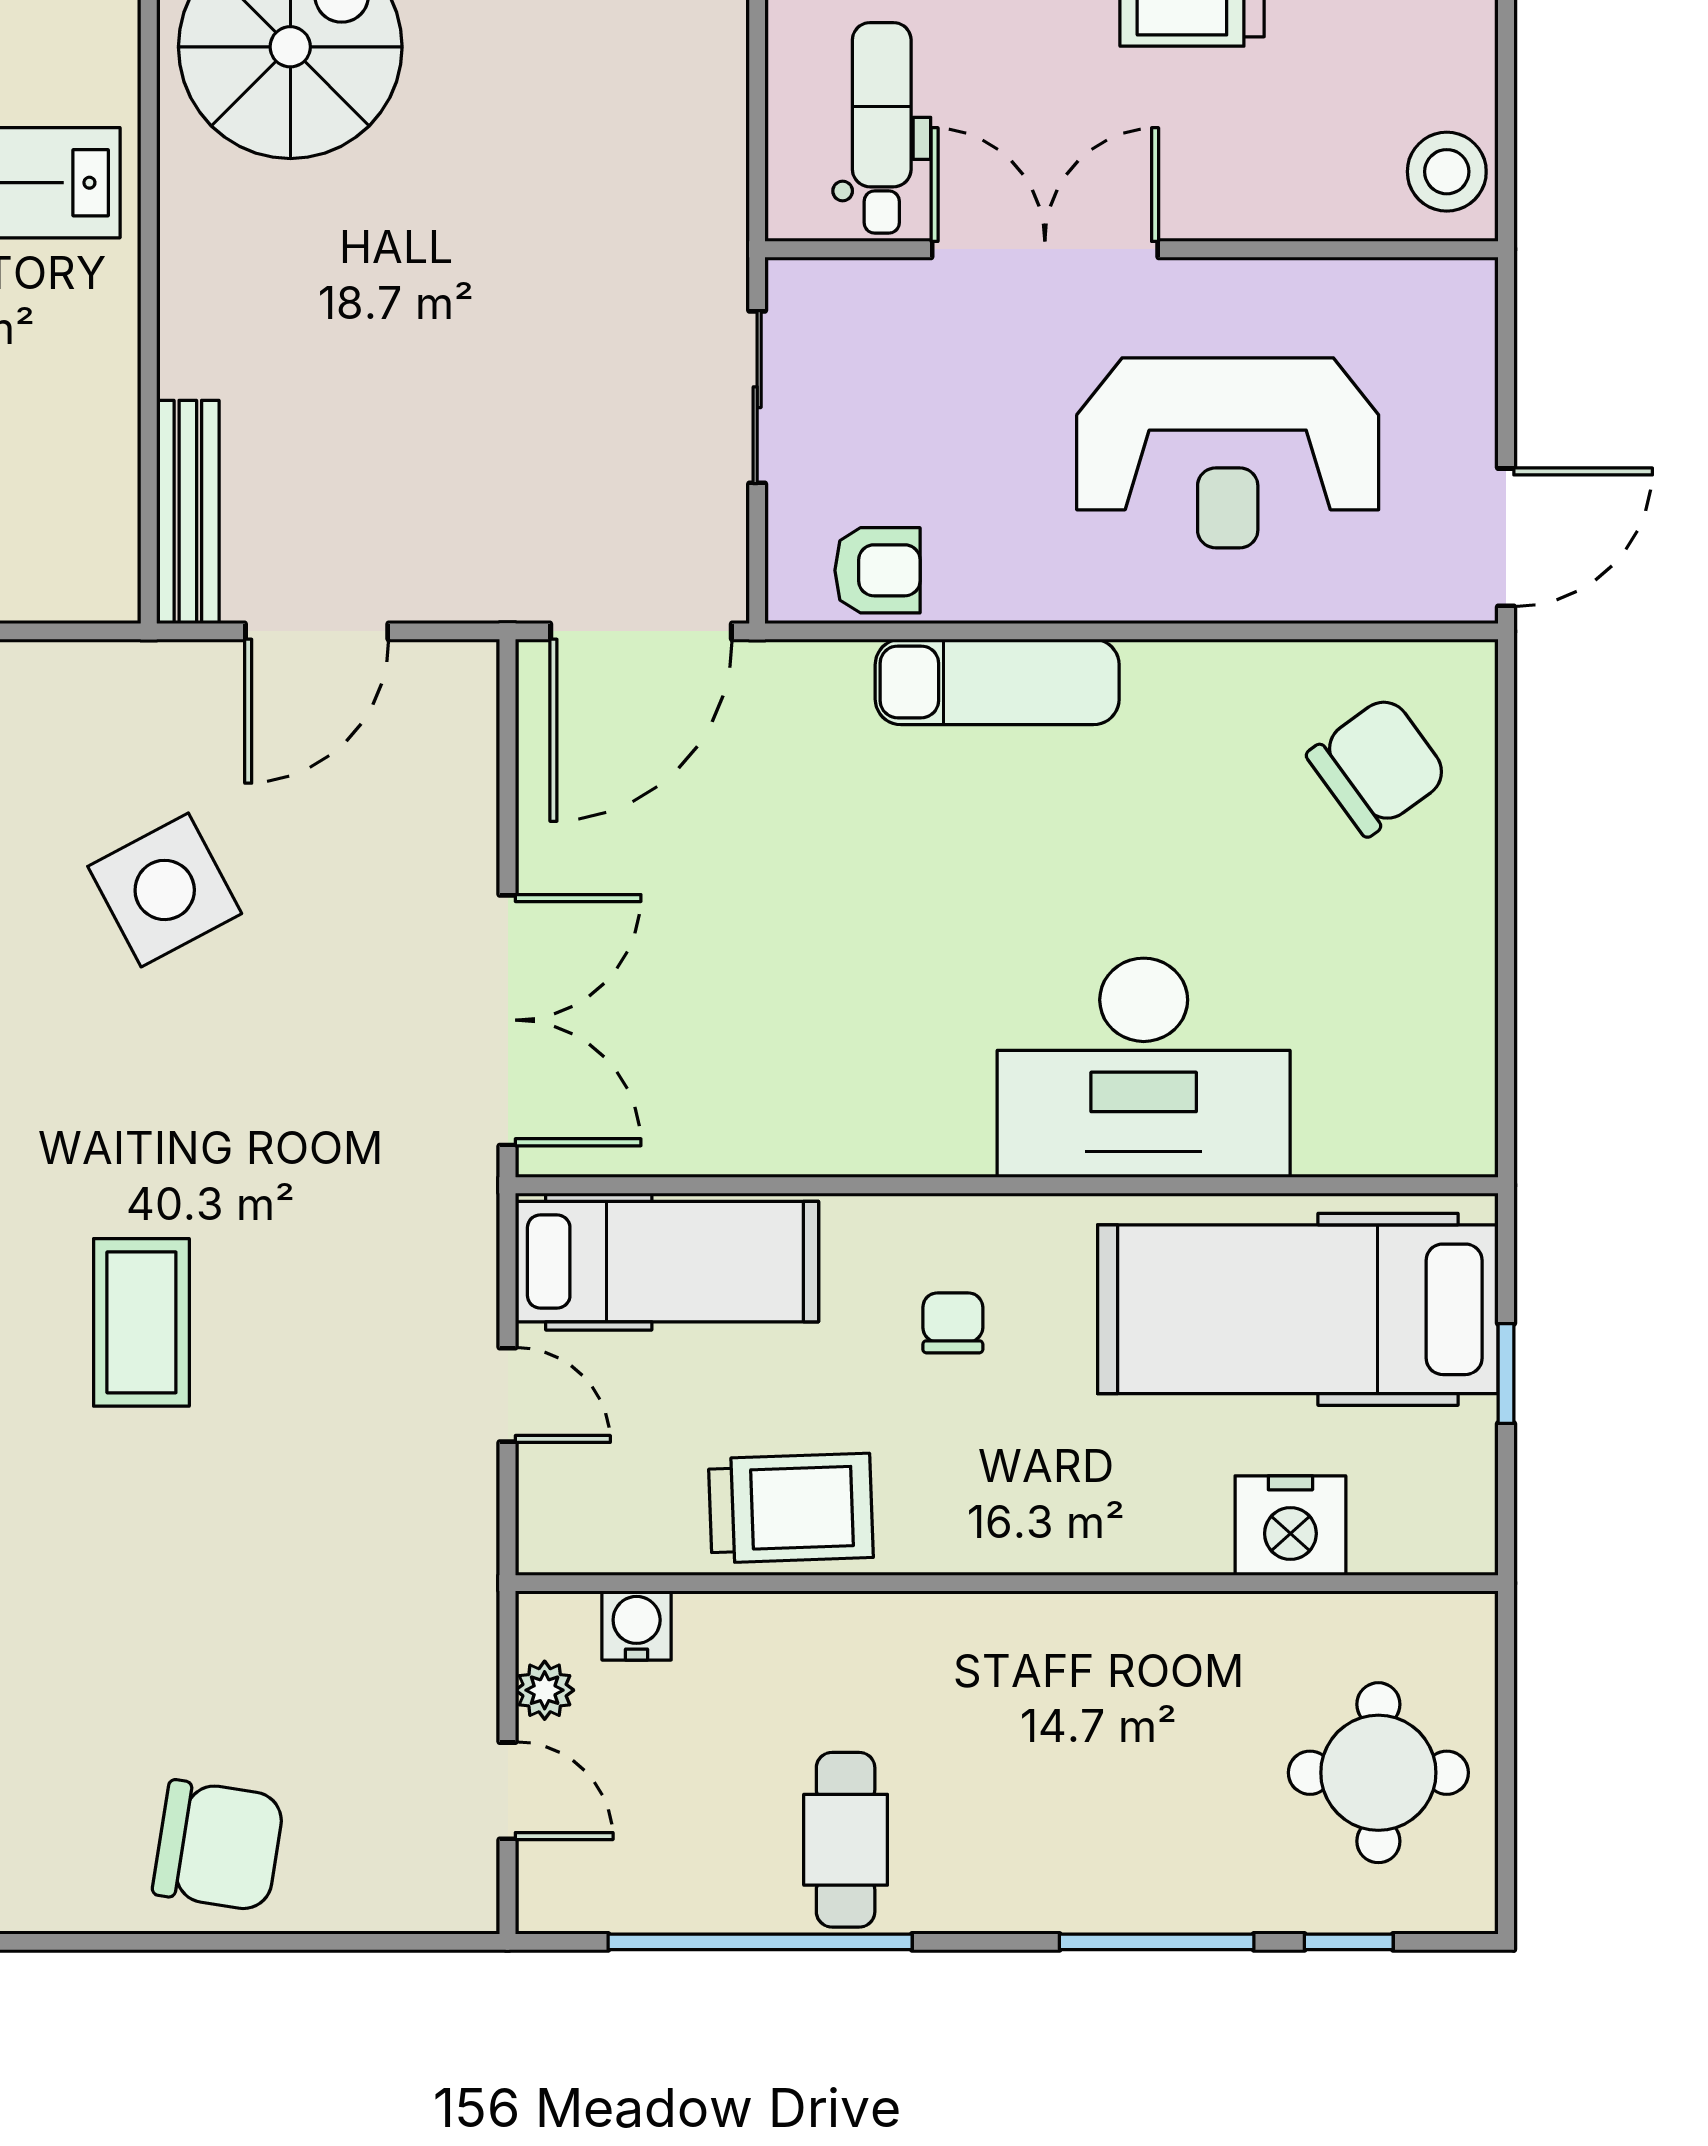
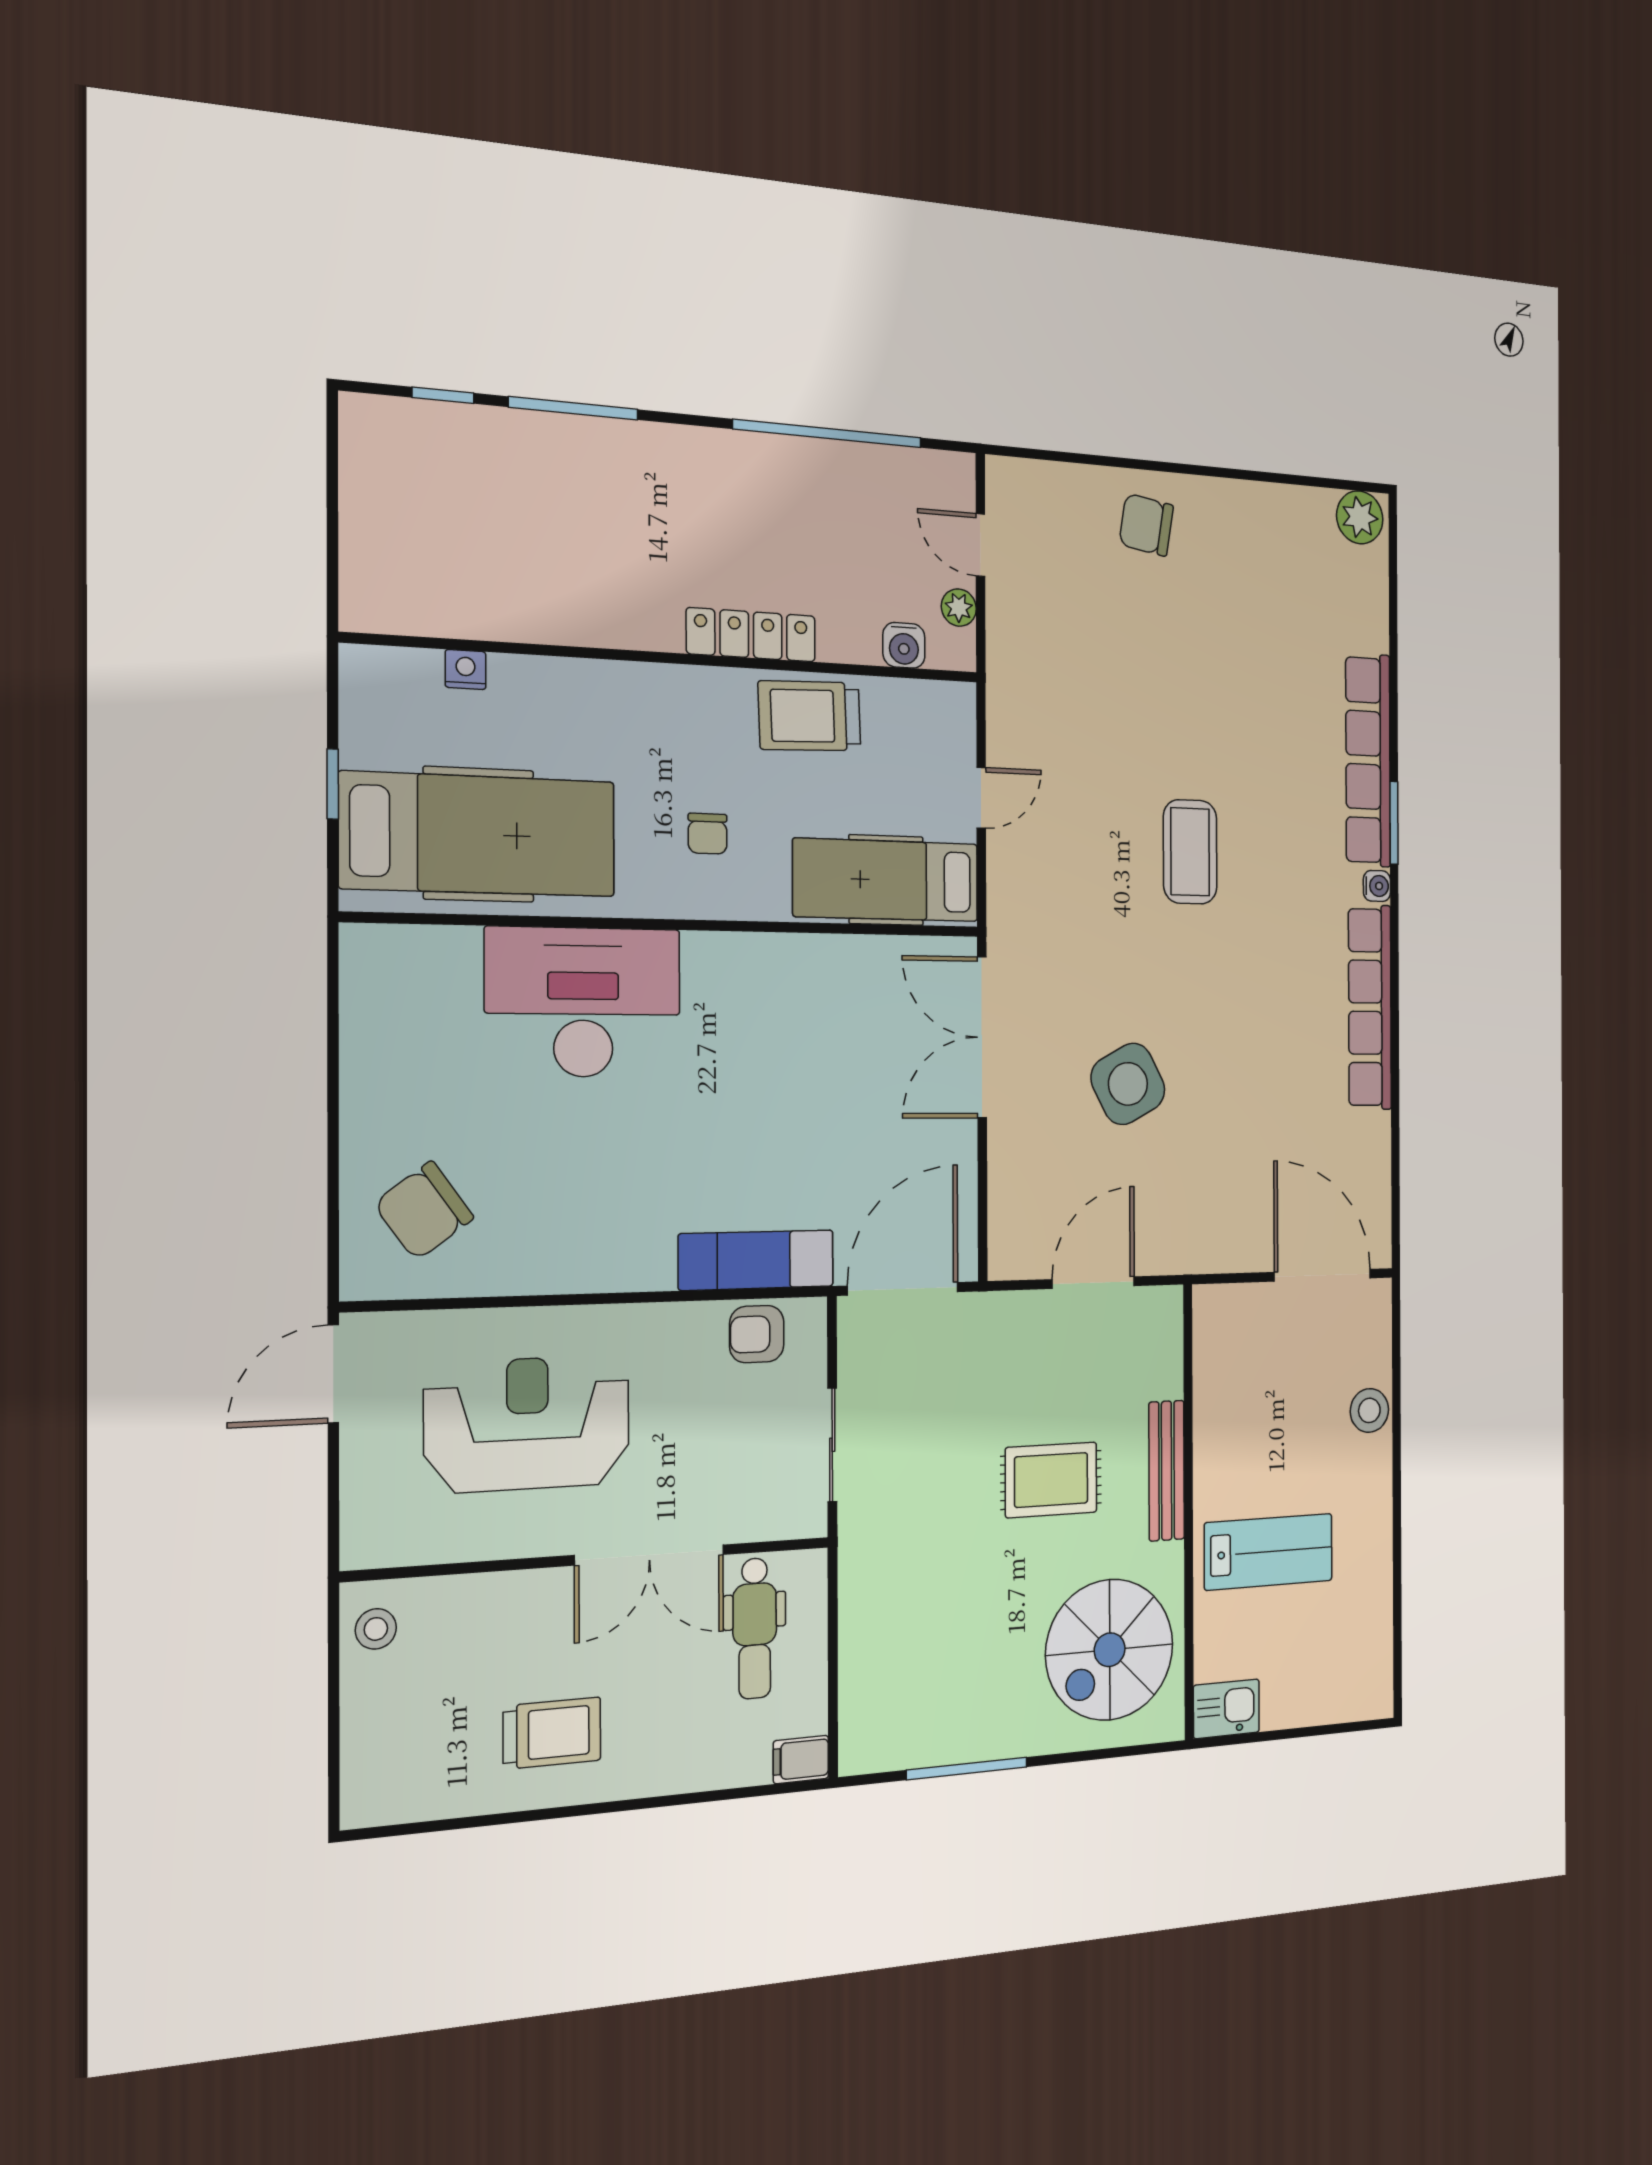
stool: (1447, 172) -> (376, 1629), width x0.73, depth x0.73
rug: (391, 323) -> (1051, 1480), added
bench: (188, 512) -> (1167, 1471), moved
exam couch: (997, 682) -> (756, 1260), moved
side table: (165, 890) -> (1128, 1084), moved
door: (508, 1395) -> (981, 798), swing flipped
nightstand: (1290, 1526) -> (466, 670), width x0.53, depth x0.56
locker: (884, 1626) -> (751, 635), added
round table: (1378, 1773) -> (422, 511), removed
cafe table: (846, 1840) -> (775, 495), removed
chair: (218, 1846) -> (1146, 525), width x0.73, depth x0.73

